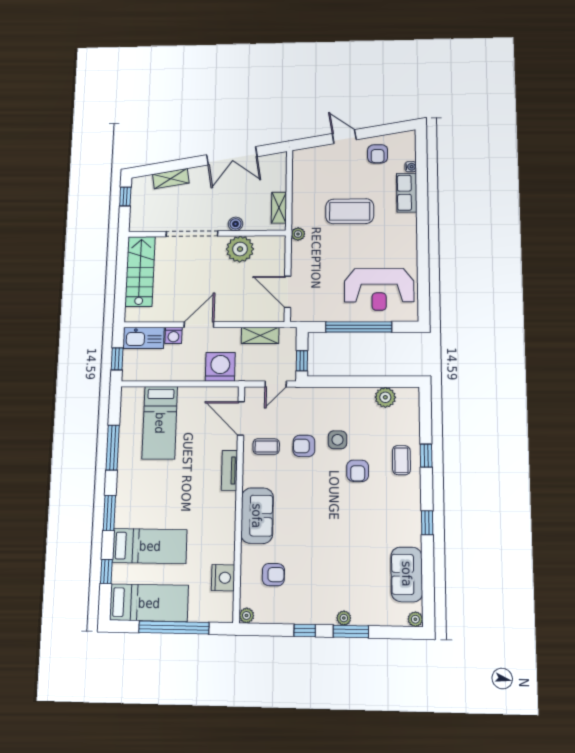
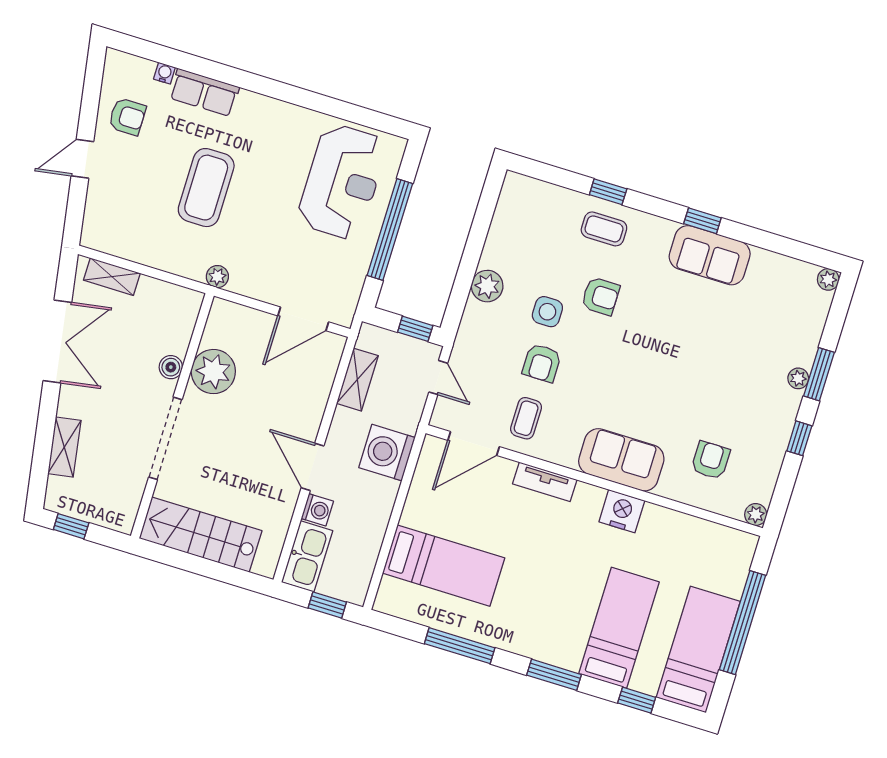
shelving: (279, 208) -> (112, 277), moved
plant: (385, 397) -> (487, 286), moved
sofa: (407, 574) -> (710, 255), moved
nightstand: (223, 578) -> (622, 511), moved

